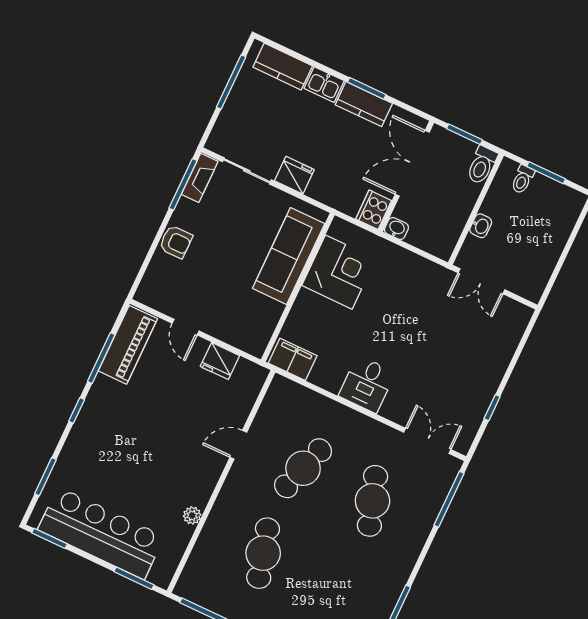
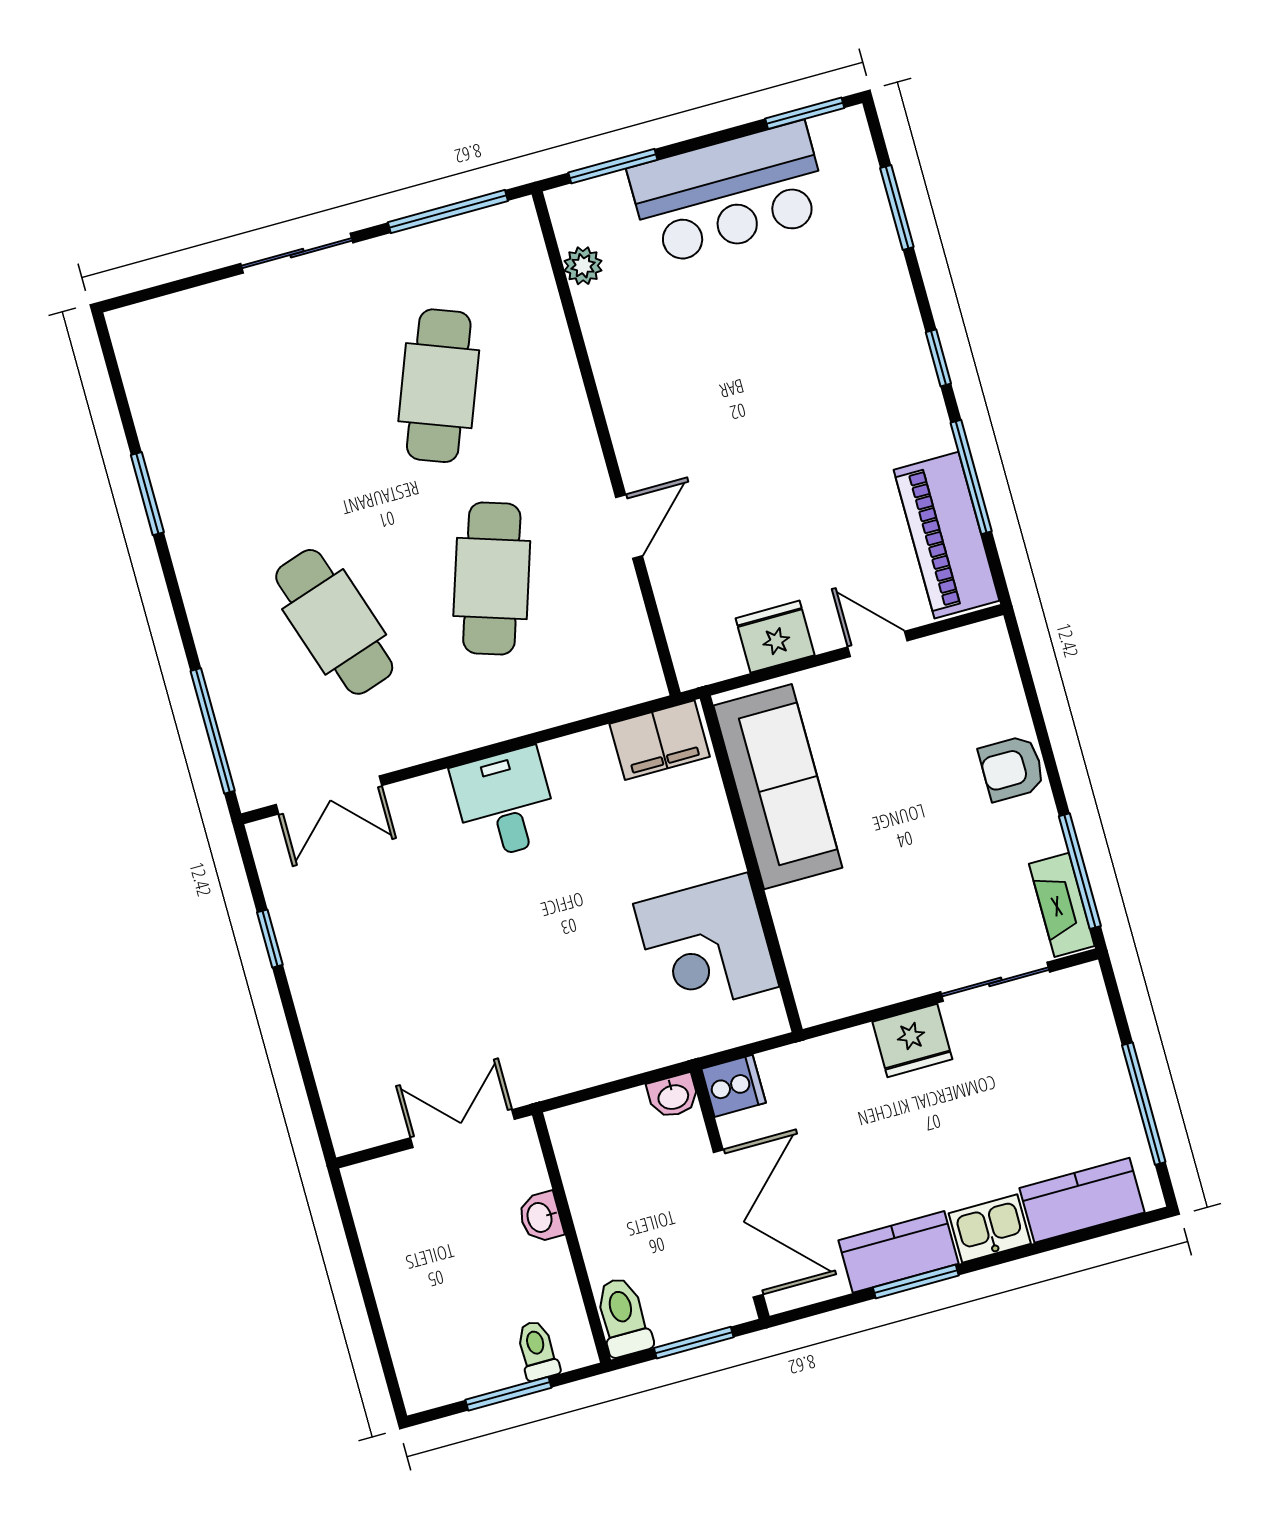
cooker: (374, 210) -> (734, 1086), width x0.73
sofa: (289, 256) -> (778, 787), moved
plant: (192, 515) -> (583, 266), moved
bar counter: (101, 533) -> (729, 193), width x0.73
cafe table: (263, 553) -> (439, 386), turned 36

